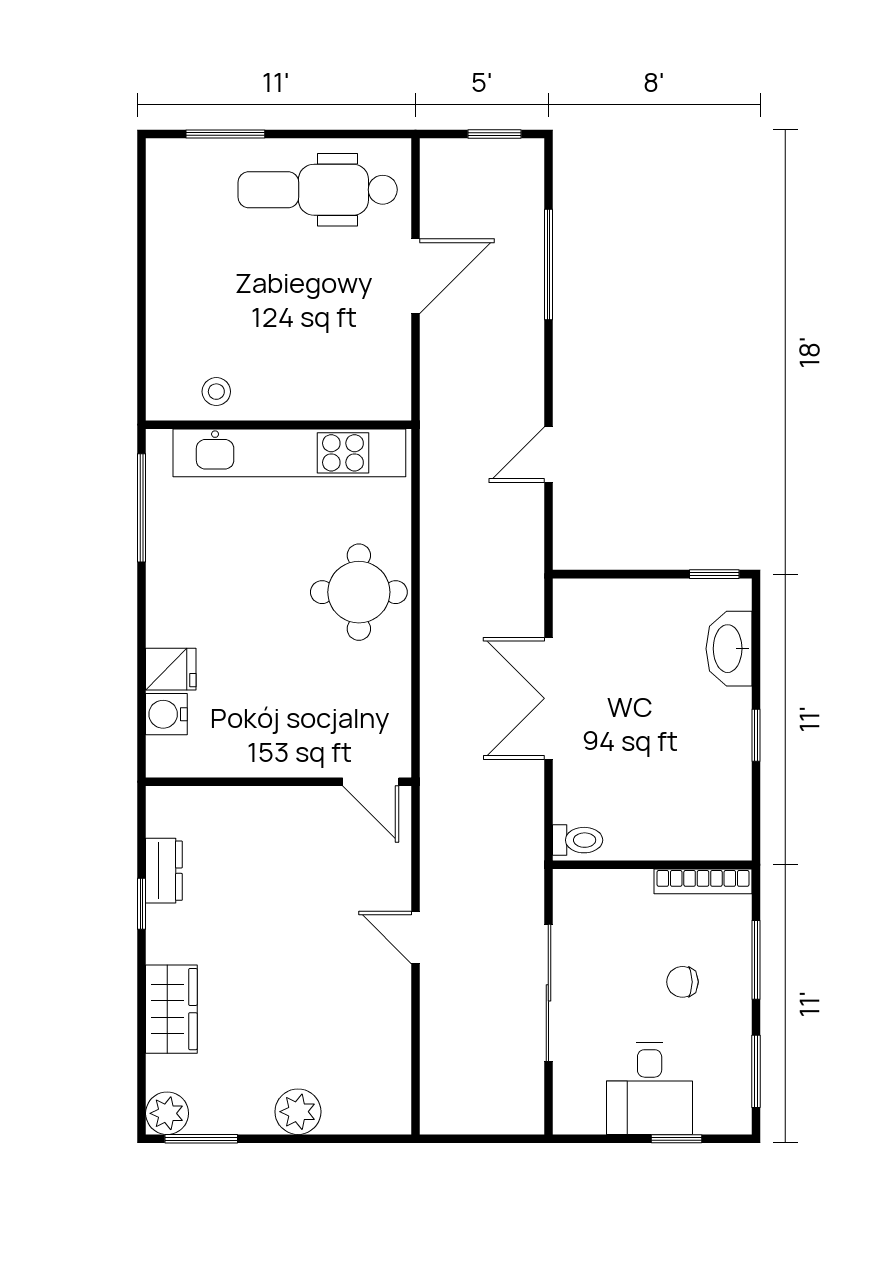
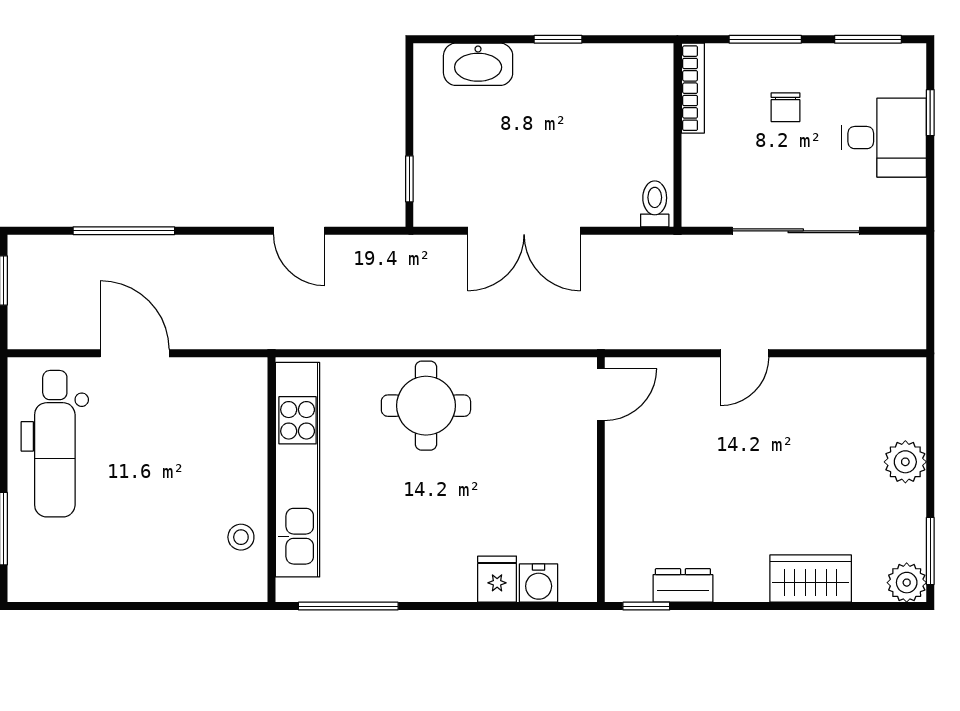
window: (714, 574) -> (409, 179), moved
window: (142, 904) -> (646, 606), moved

